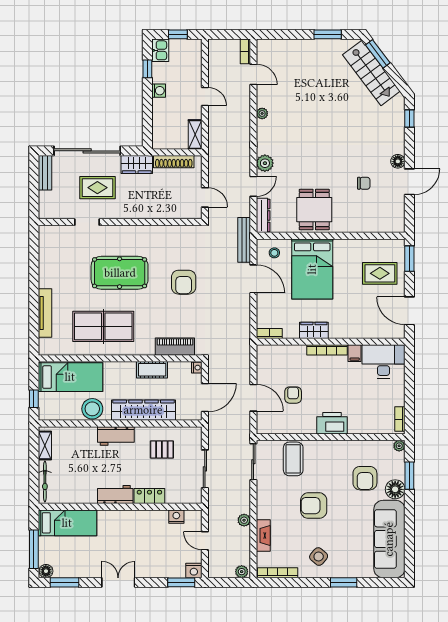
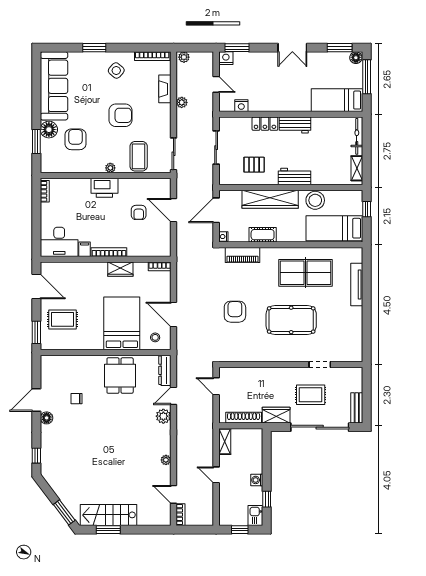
stairs: (371, 73) -> (109, 515), moved, turned -53
bench: (244, 240) -> (182, 349), removed
plant: (399, 446) -> (110, 168), moved

